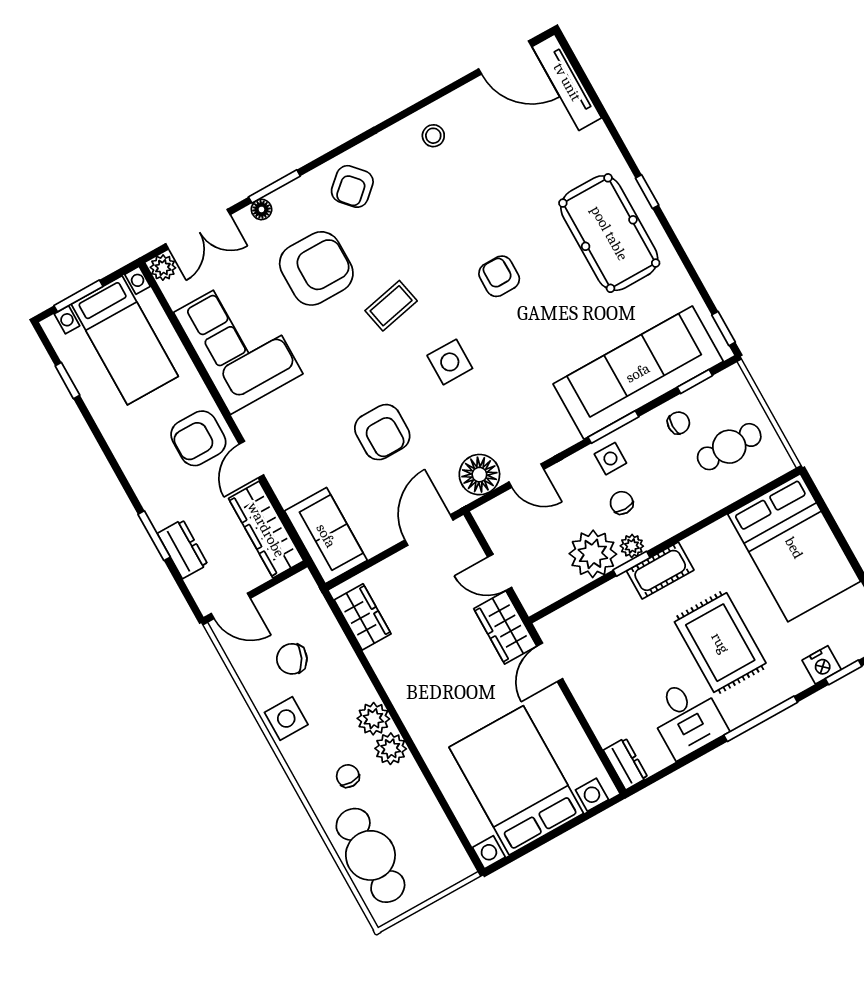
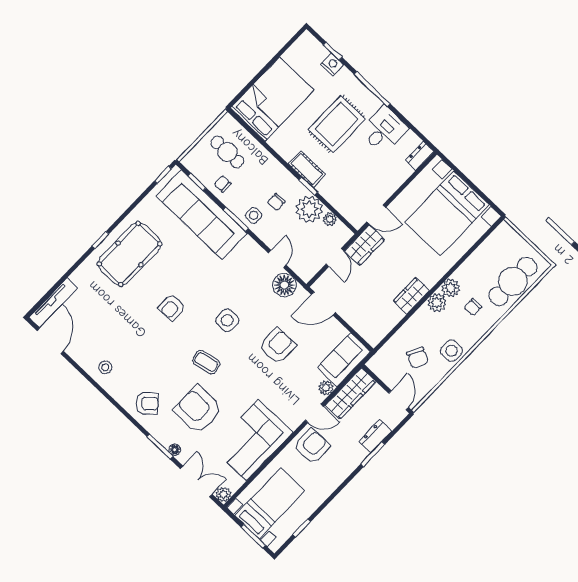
armchair: (198, 438) -> (312, 446), turned -90
plant: (288, 492) -> (326, 388), added
plant: (632, 546) -> (330, 219), moved
wardrobe: (363, 617) -> (411, 296), moved

